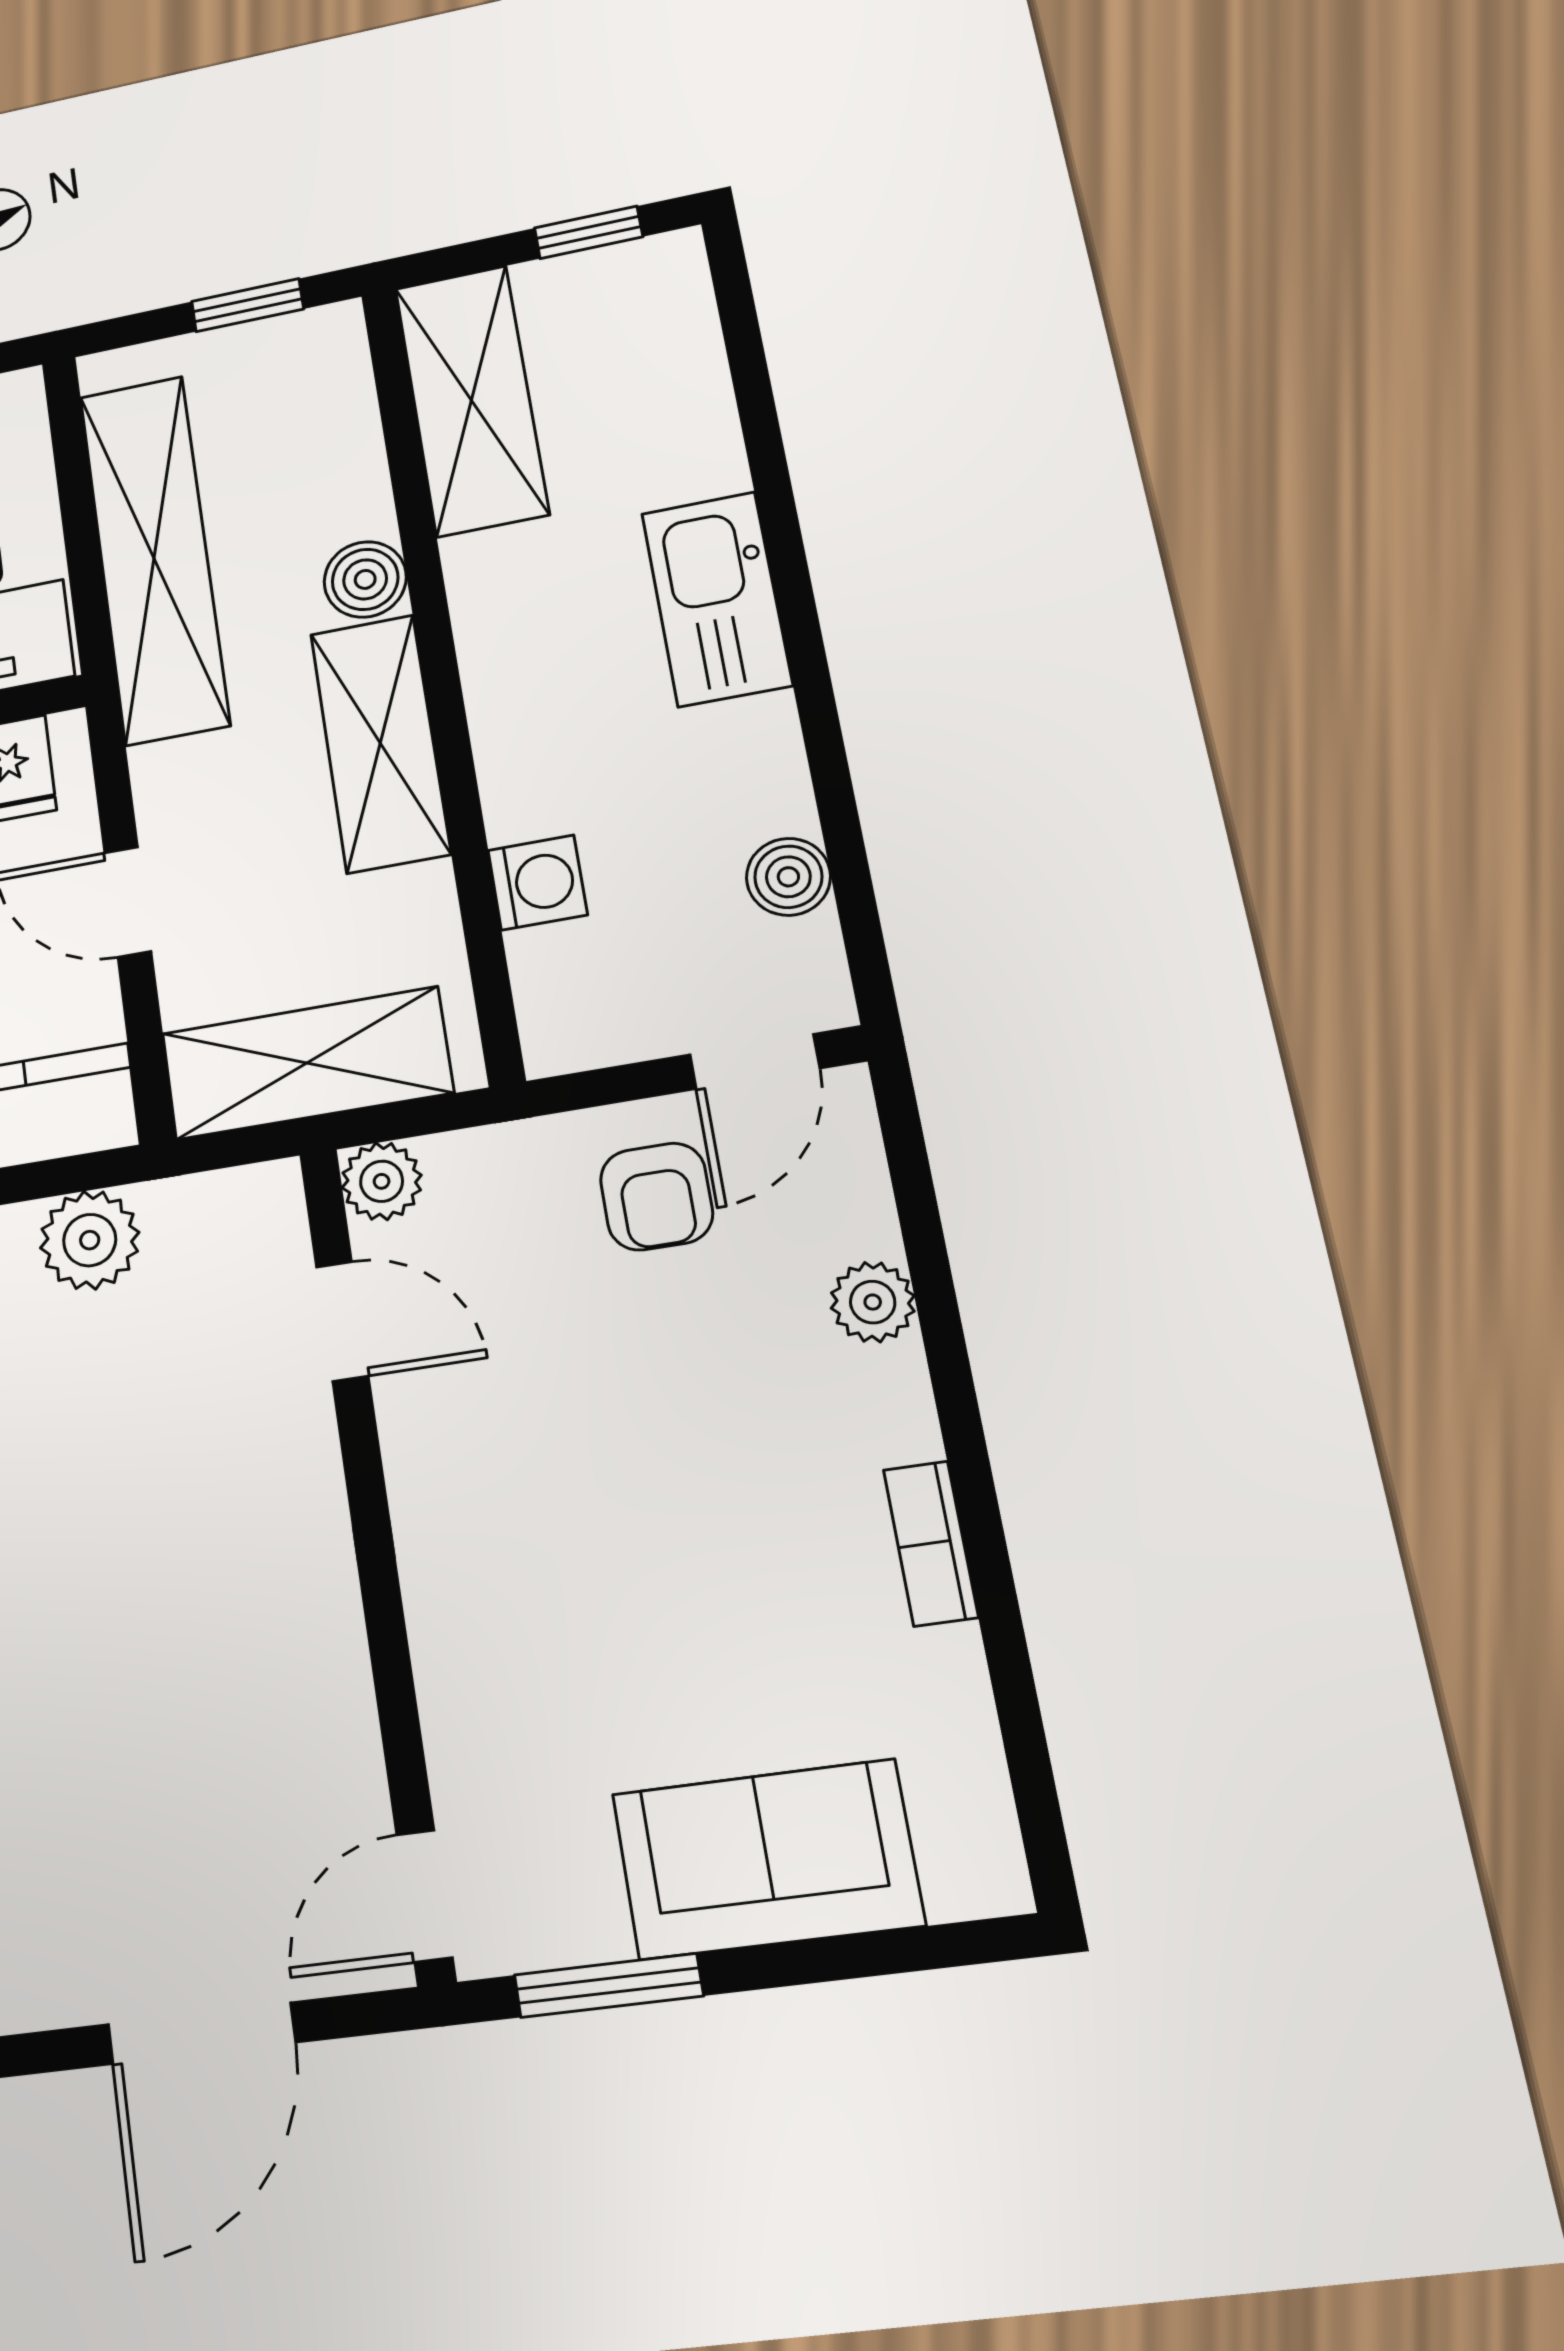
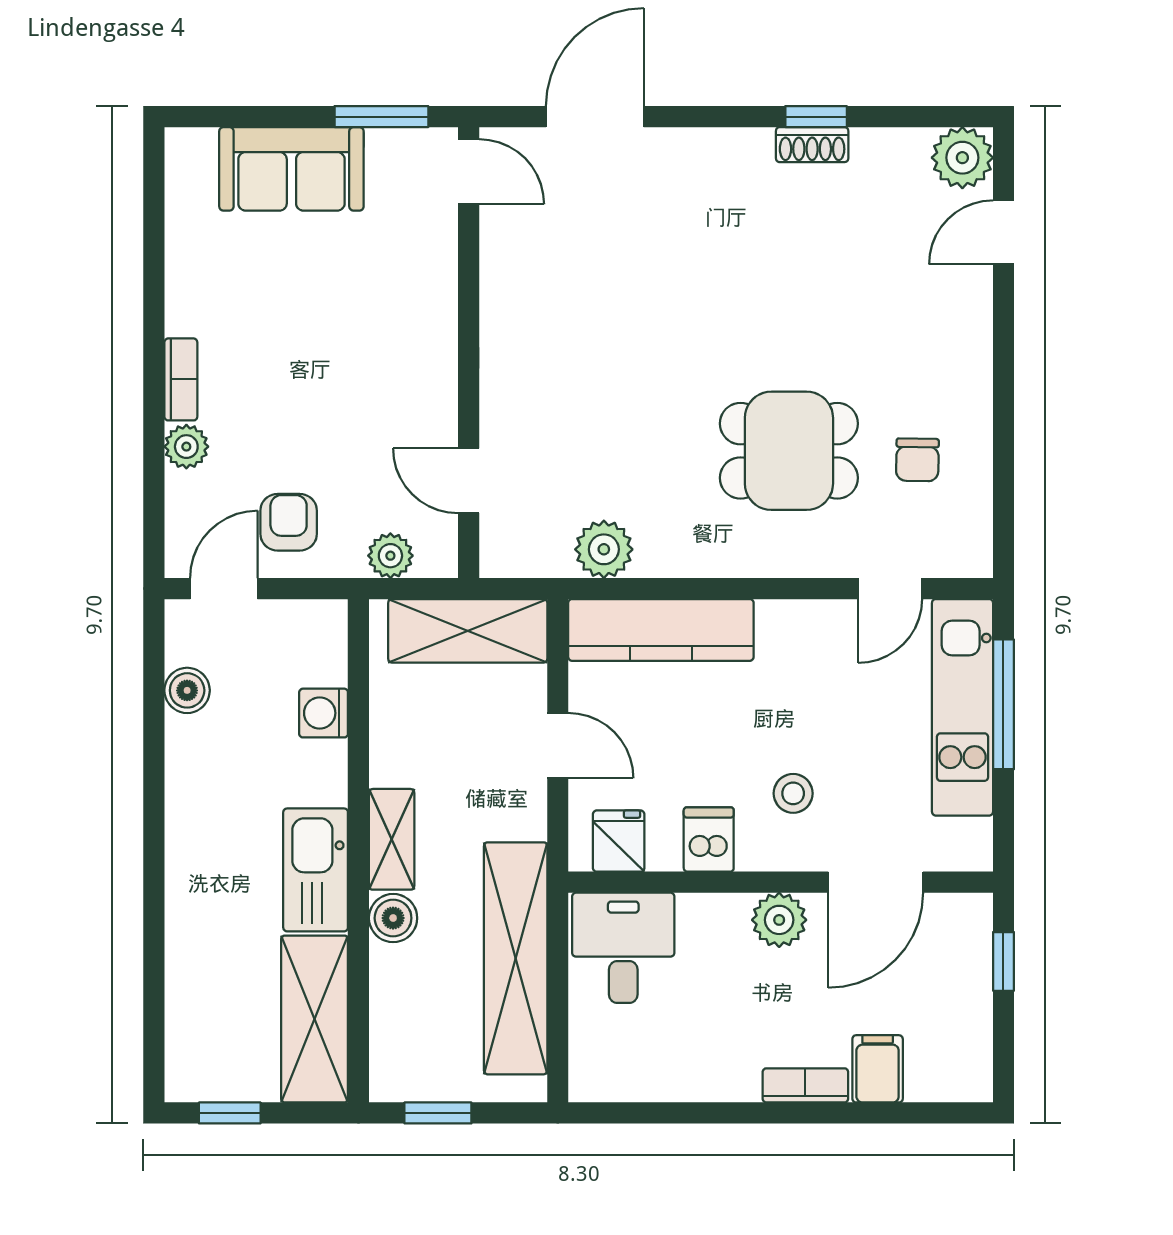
kitchen sink: (717, 599) -> (316, 870), moved, turned 180
shelving: (380, 743) -> (392, 839), width x0.67, depth x0.75
plant: (382, 1181) -> (390, 556), moved
bookcase: (931, 1543) -> (181, 379), moved
door: (424, 1896) -> (469, 172), hinge flipped

